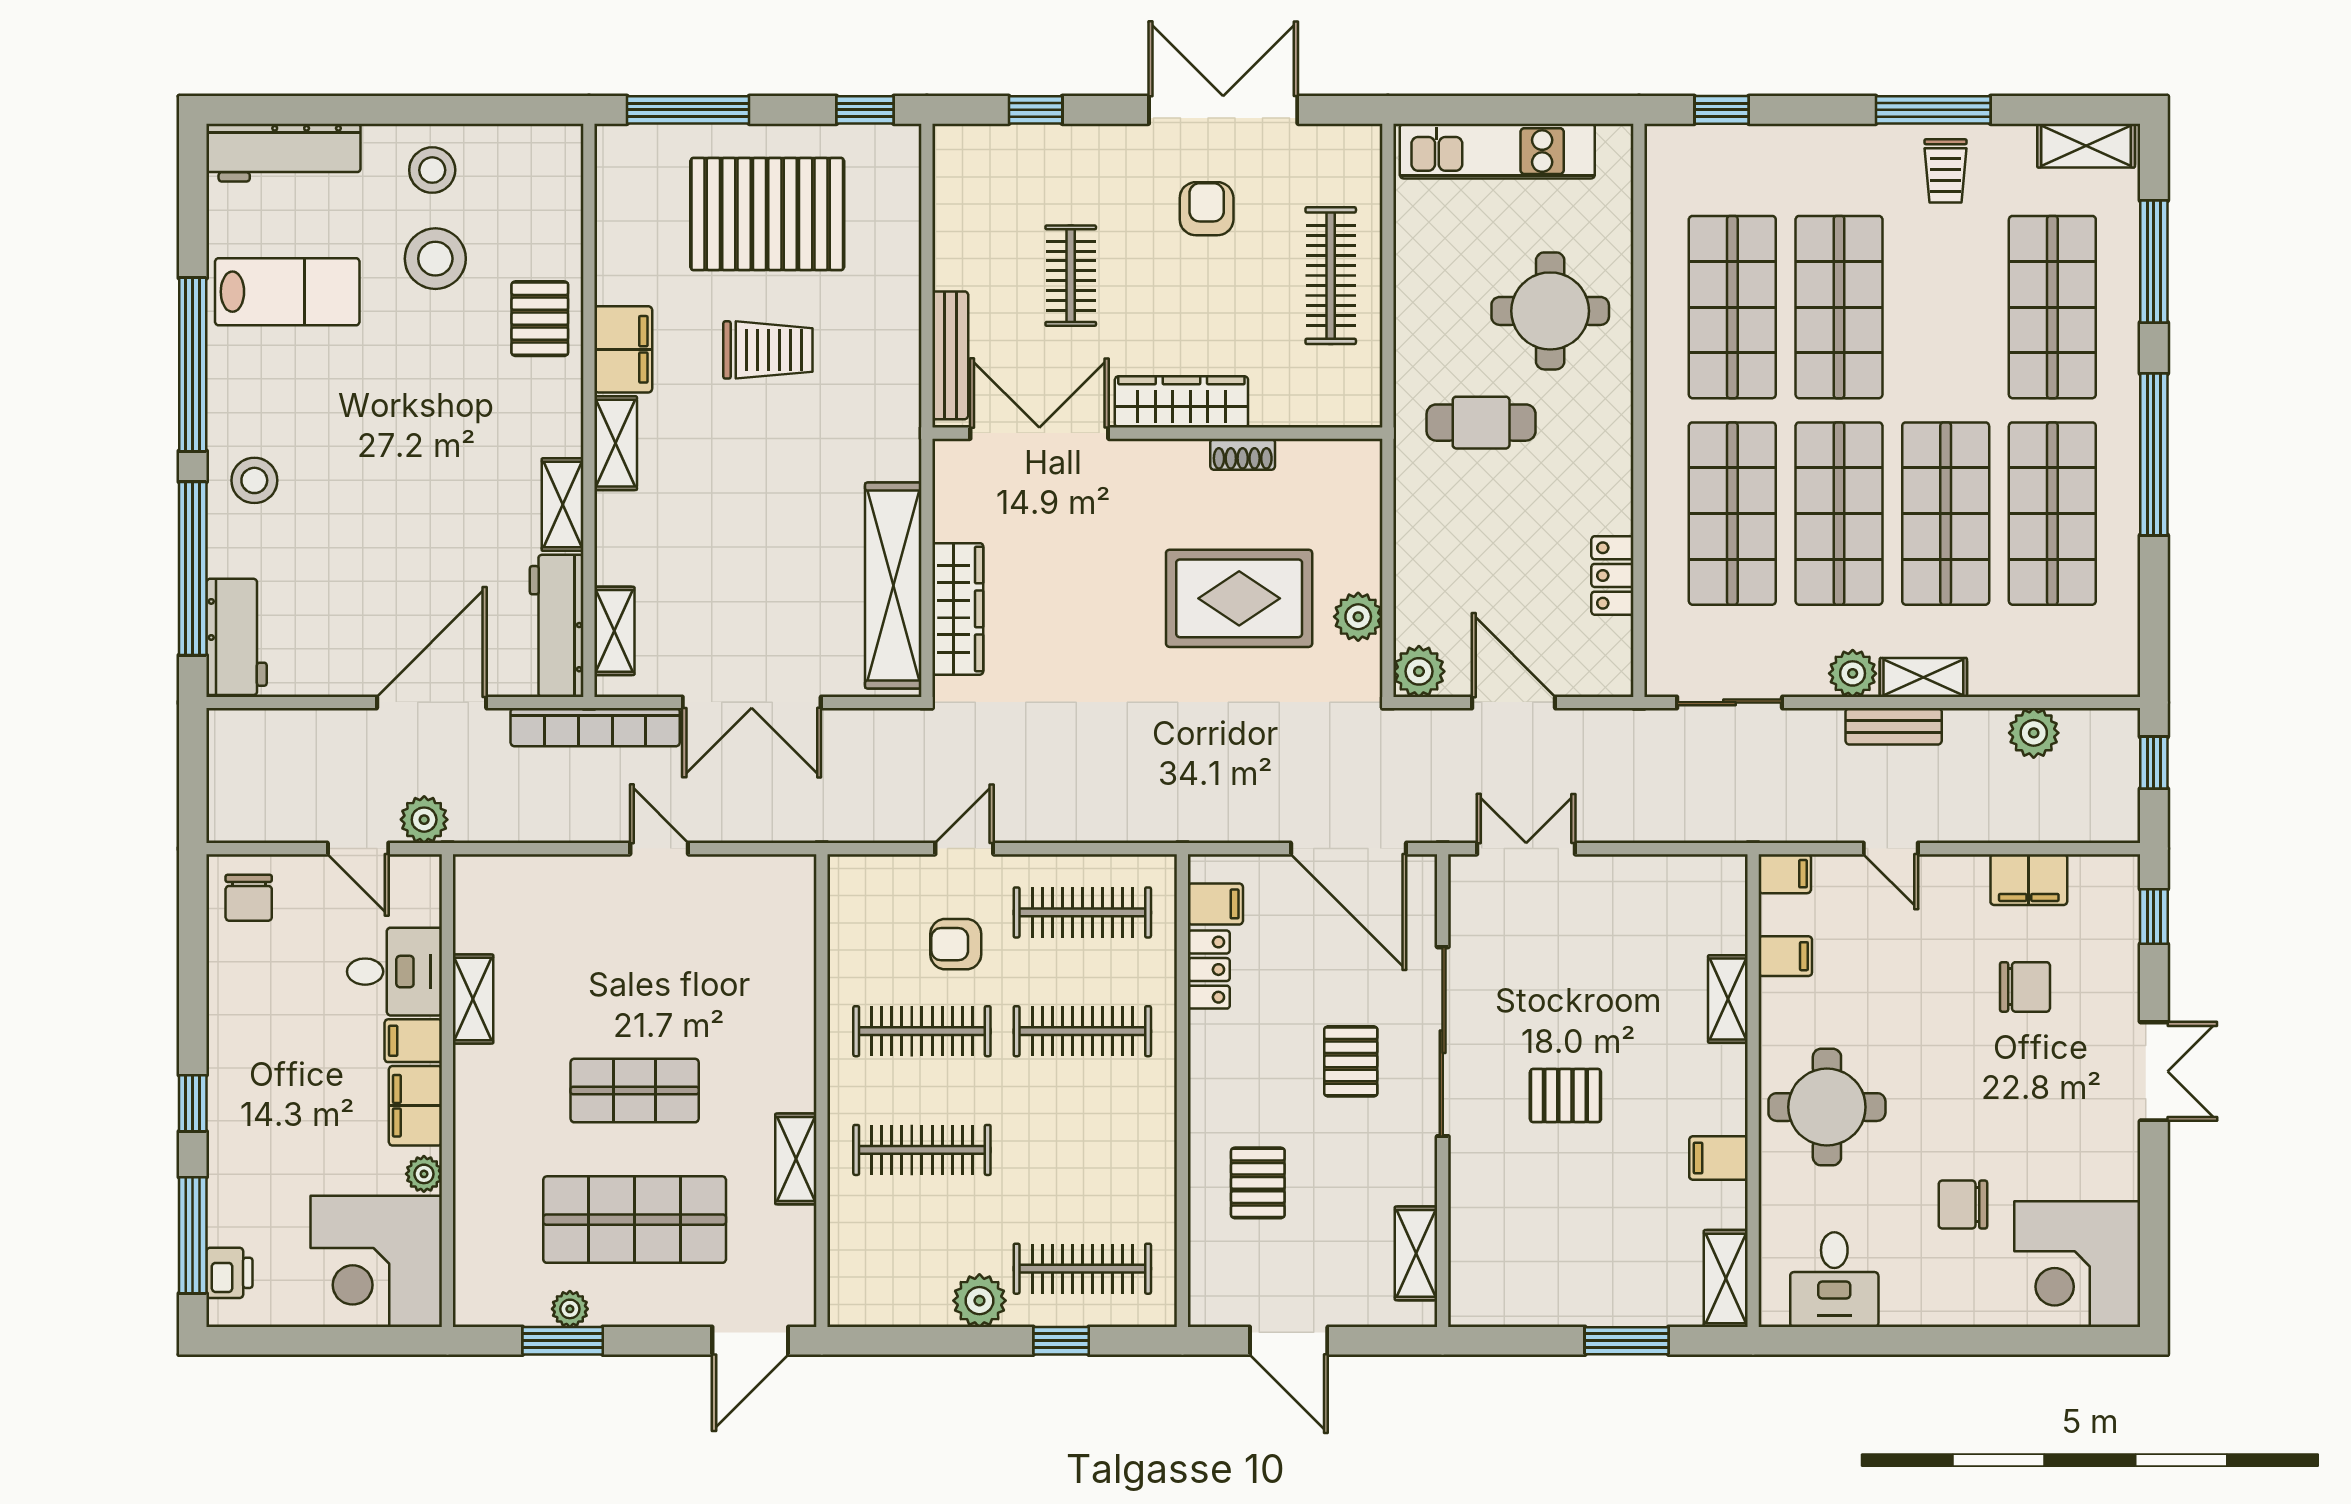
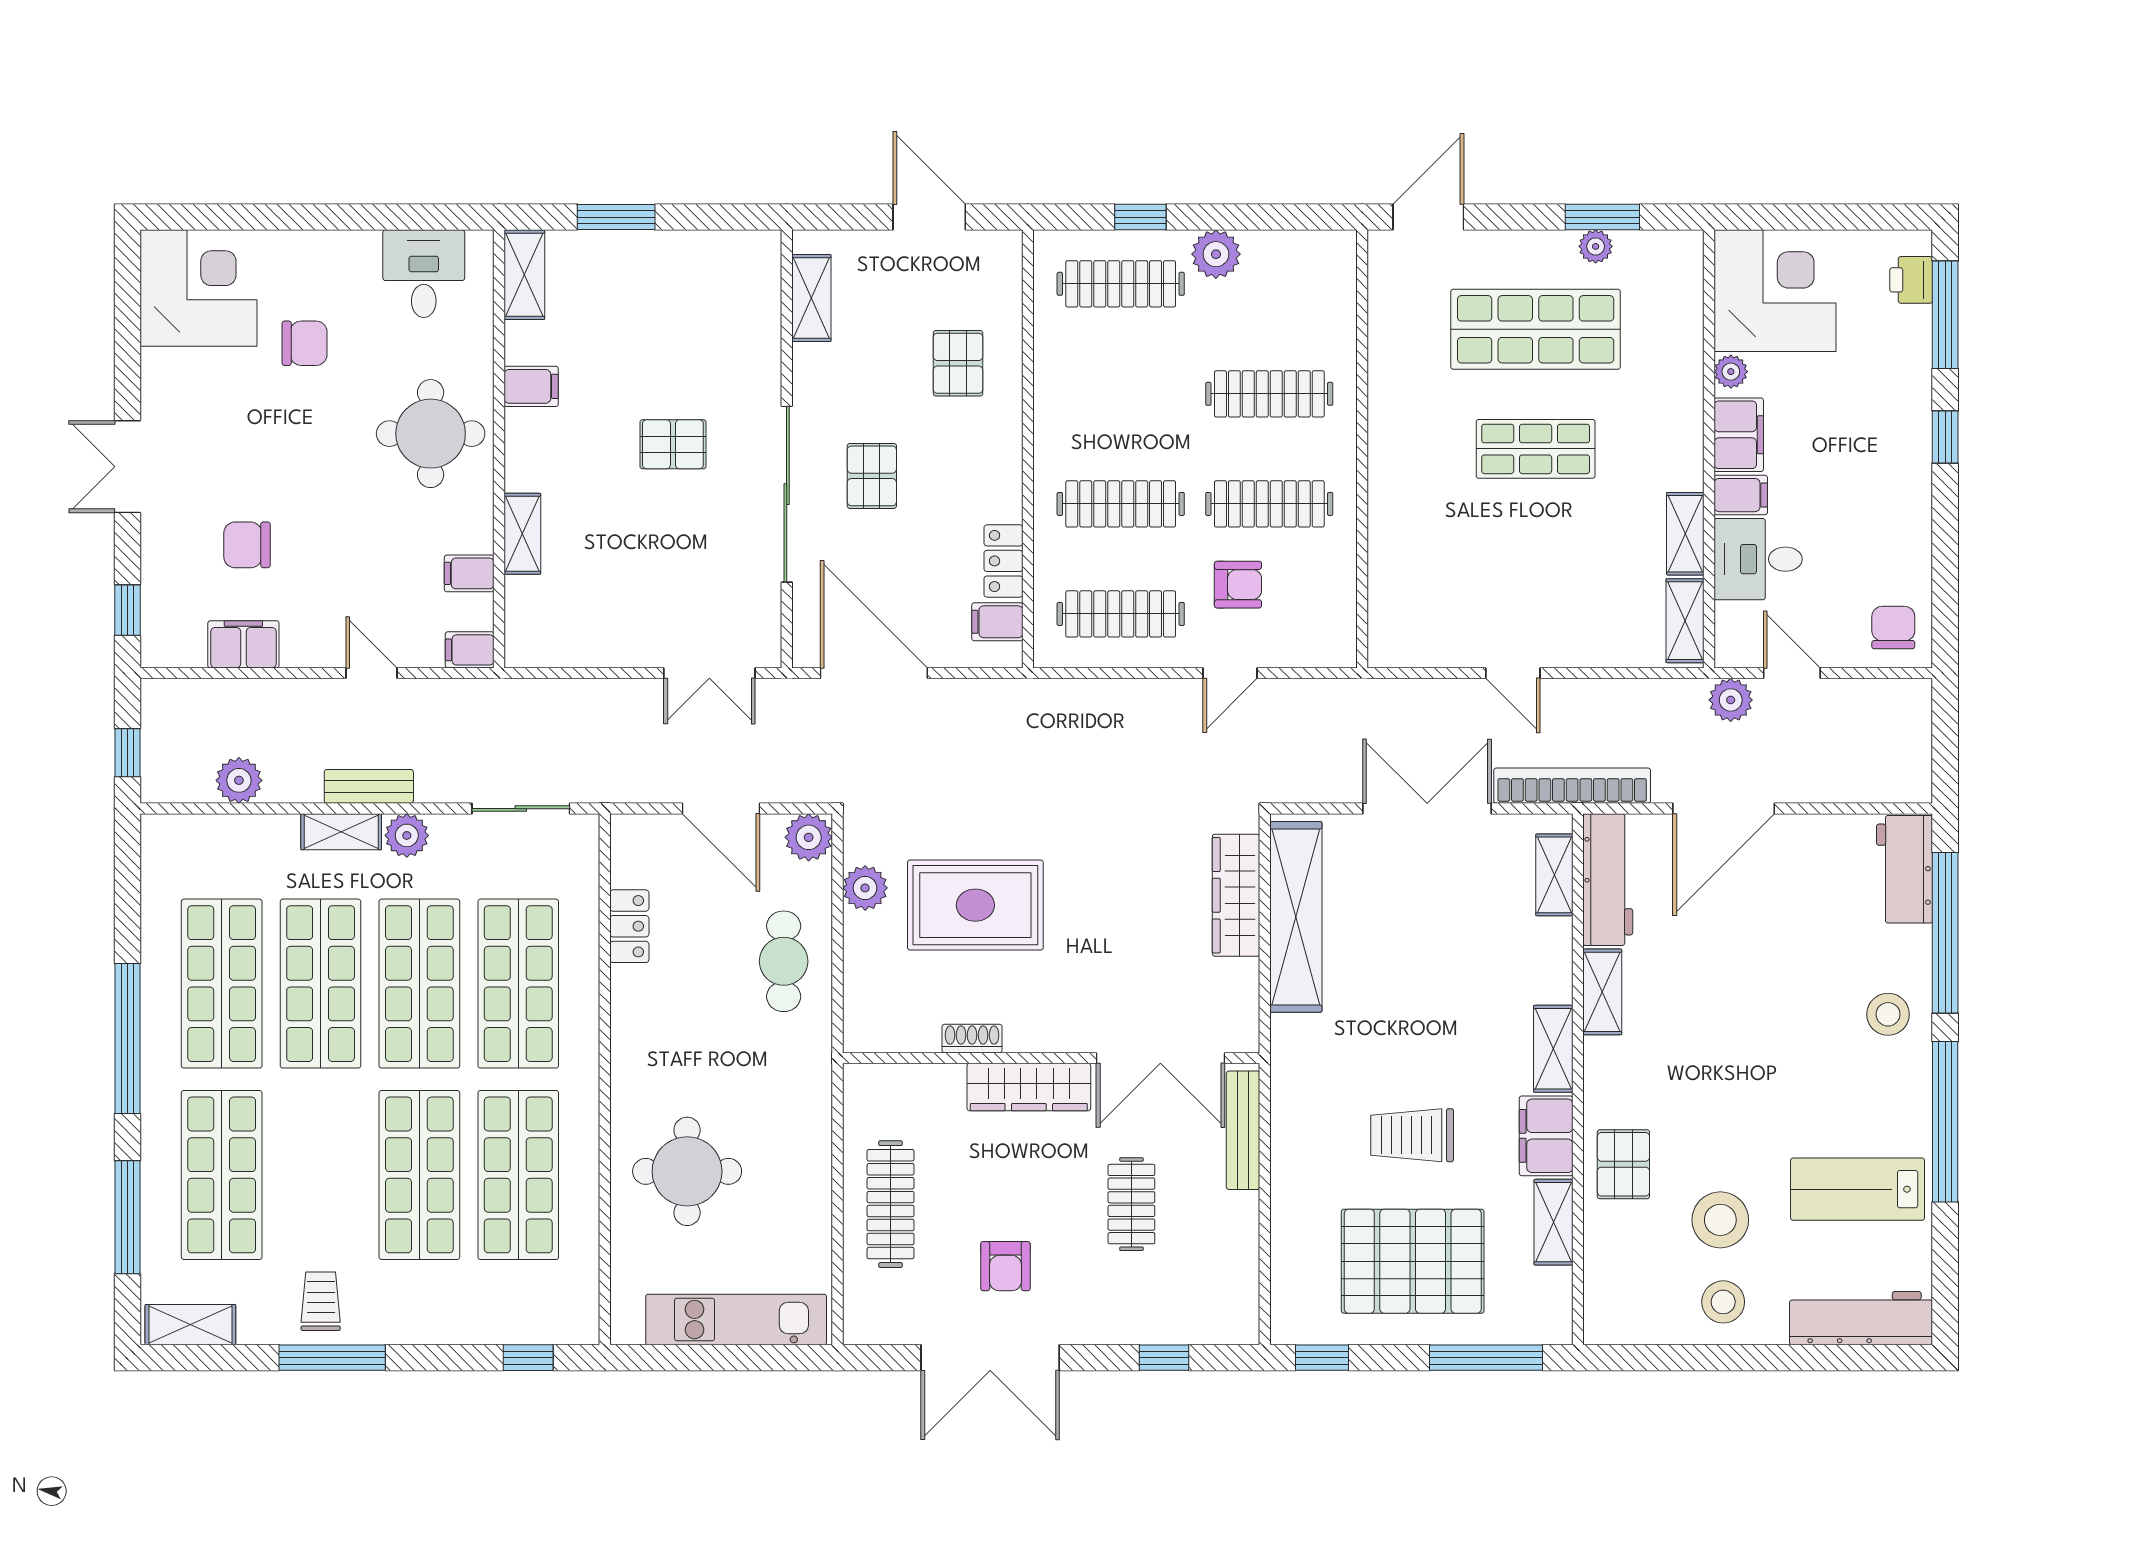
shelving: (615, 256) -> (1553, 1222), added
cafe table: (1481, 423) -> (784, 961), moved, turned 90
shelving: (796, 1159) -> (1685, 621), moved

